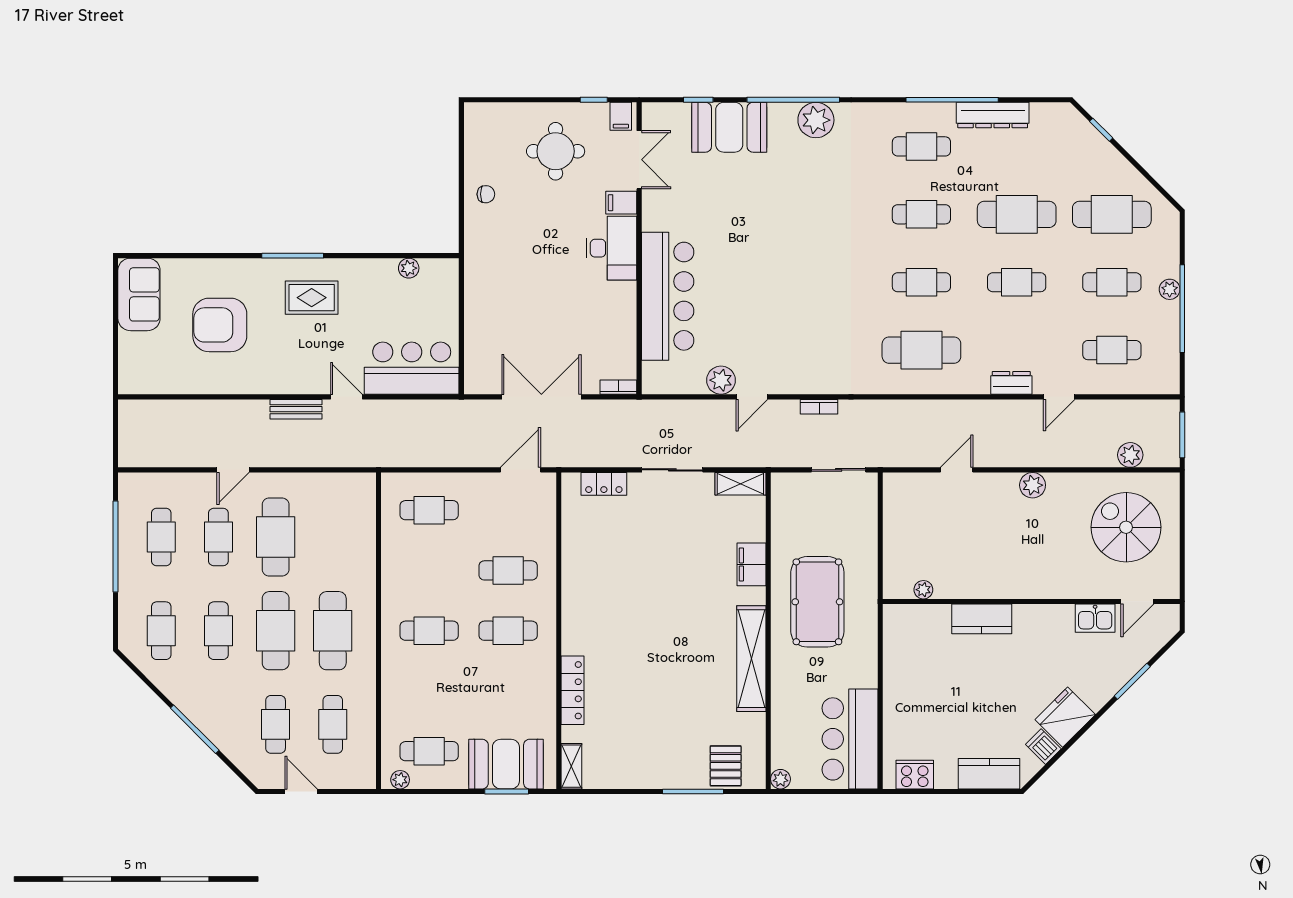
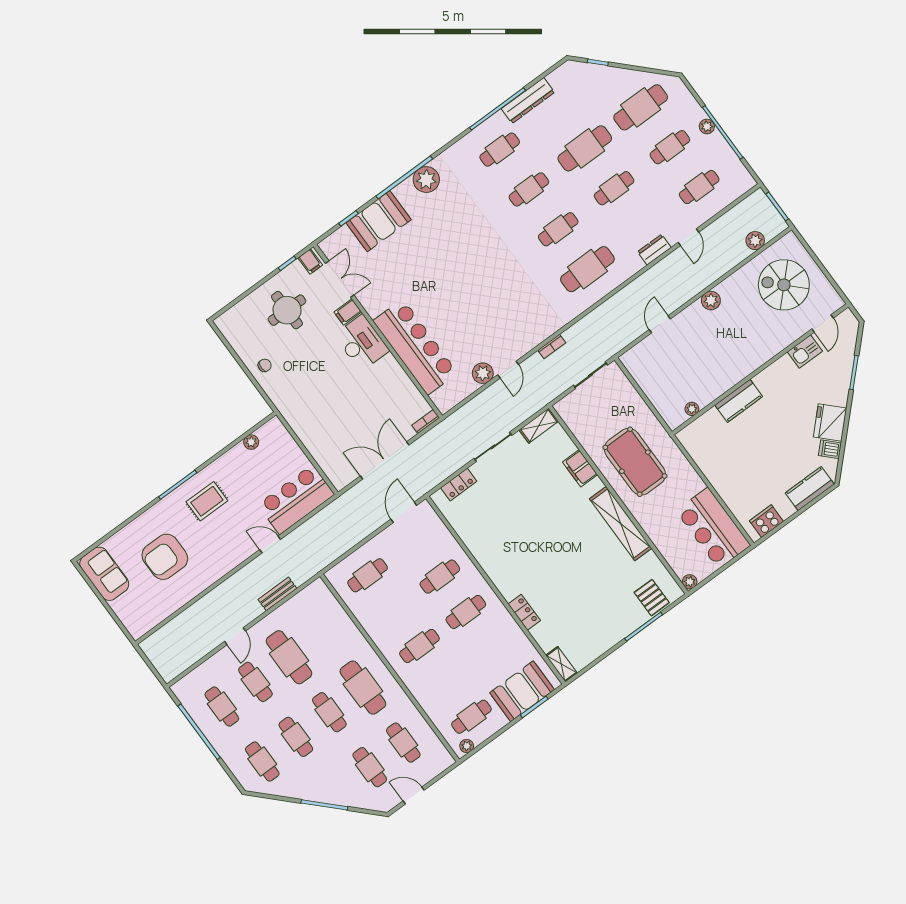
bench: (296, 409) -> (277, 594), moved
cafe table: (276, 631) -> (329, 712), width x0.73, depth x0.74
locker: (573, 690) -> (524, 612), width x0.66

